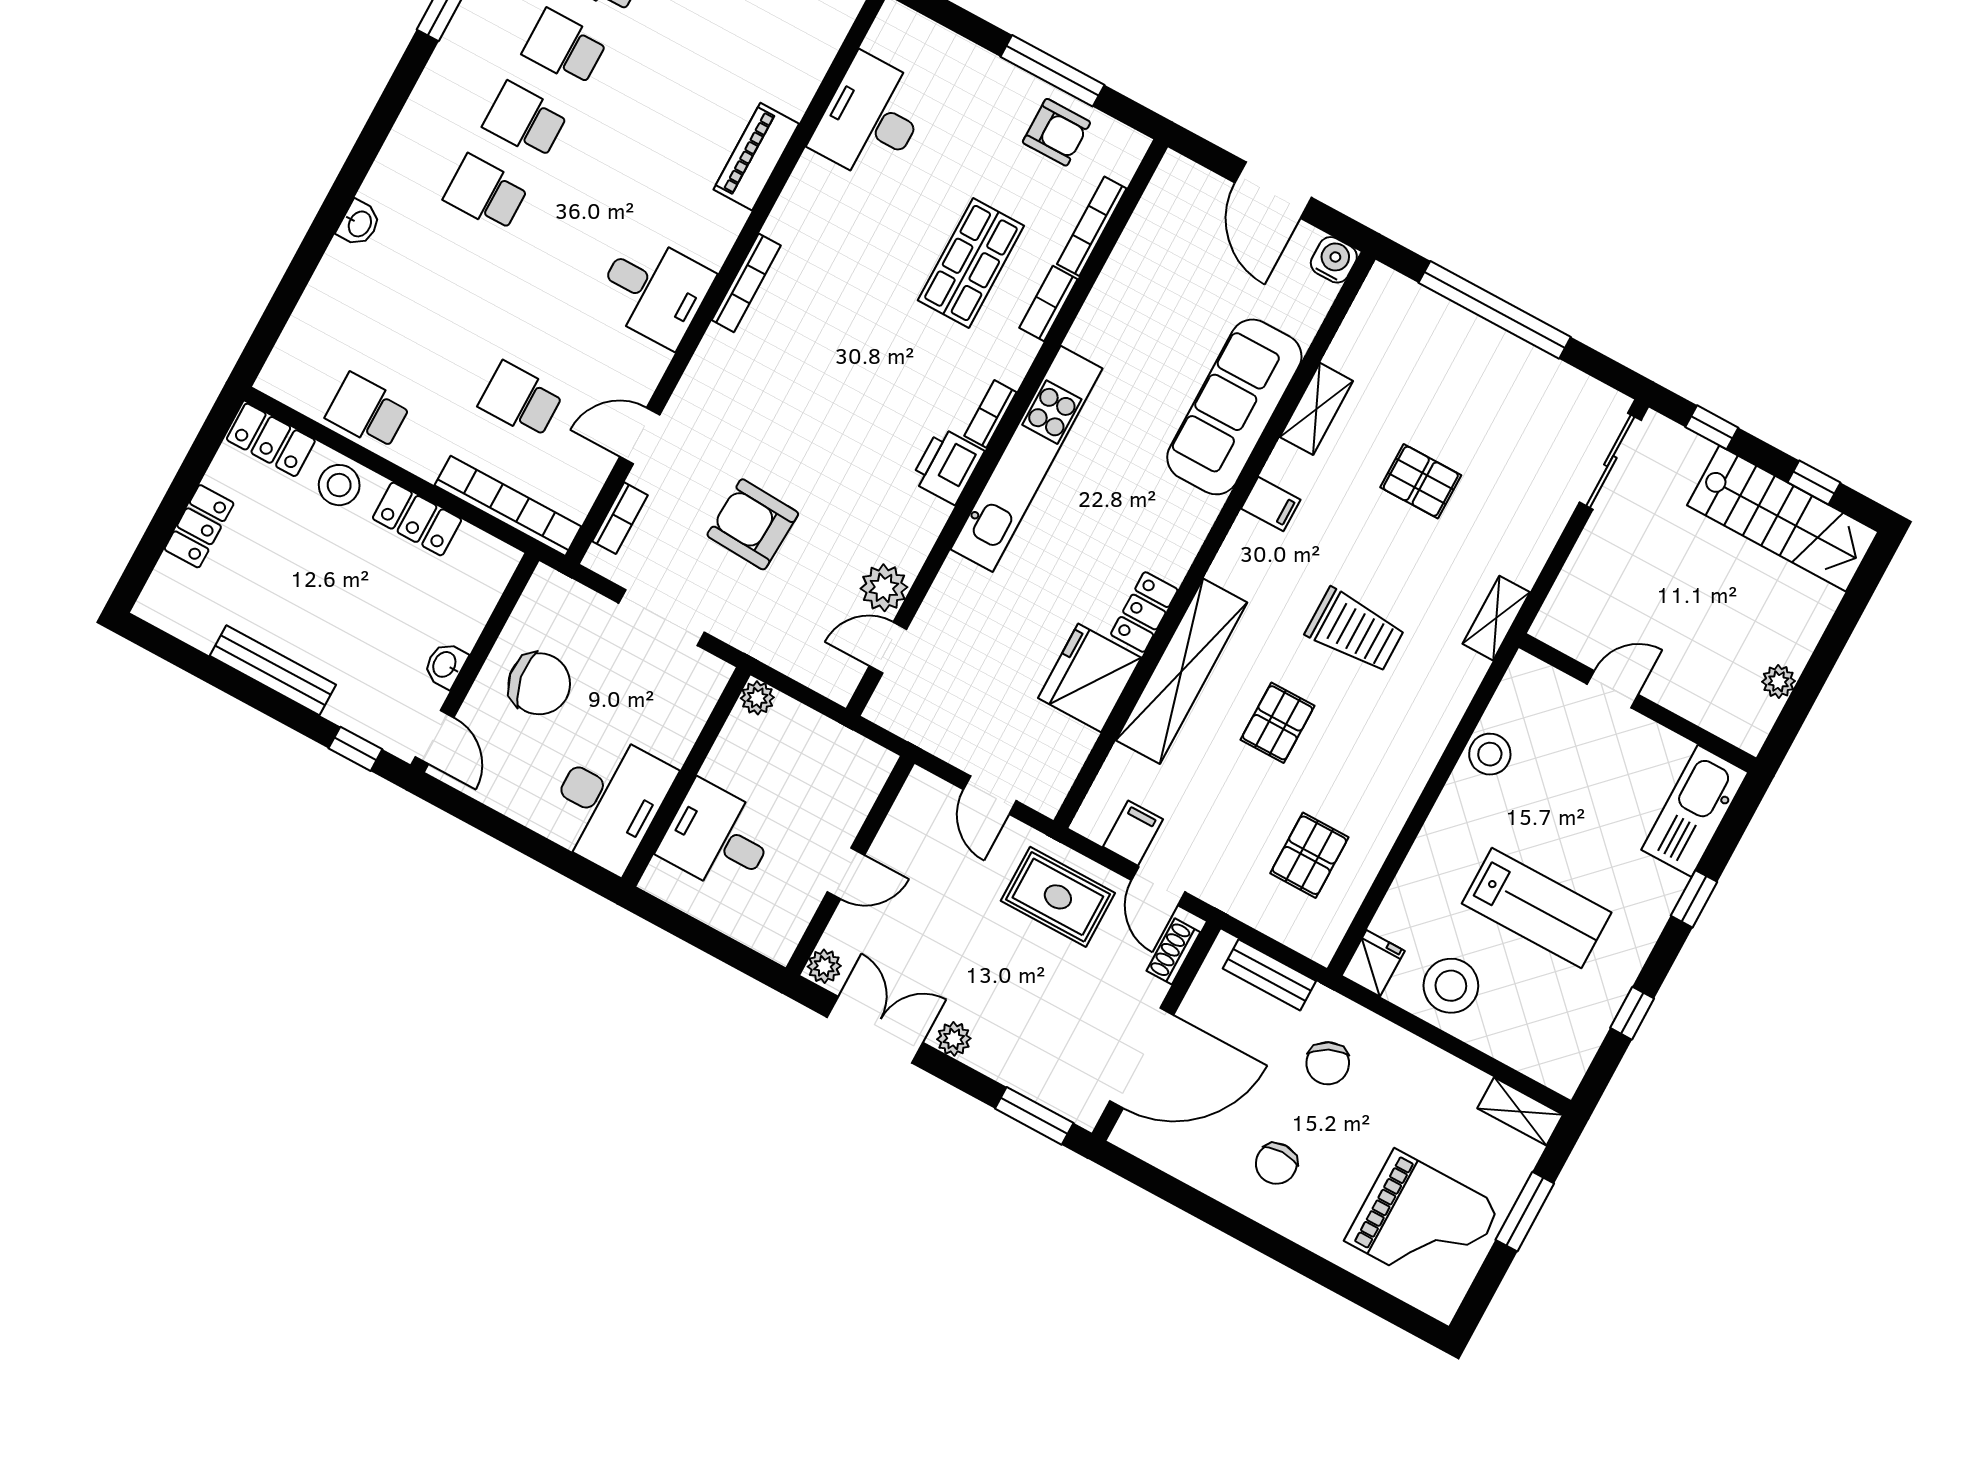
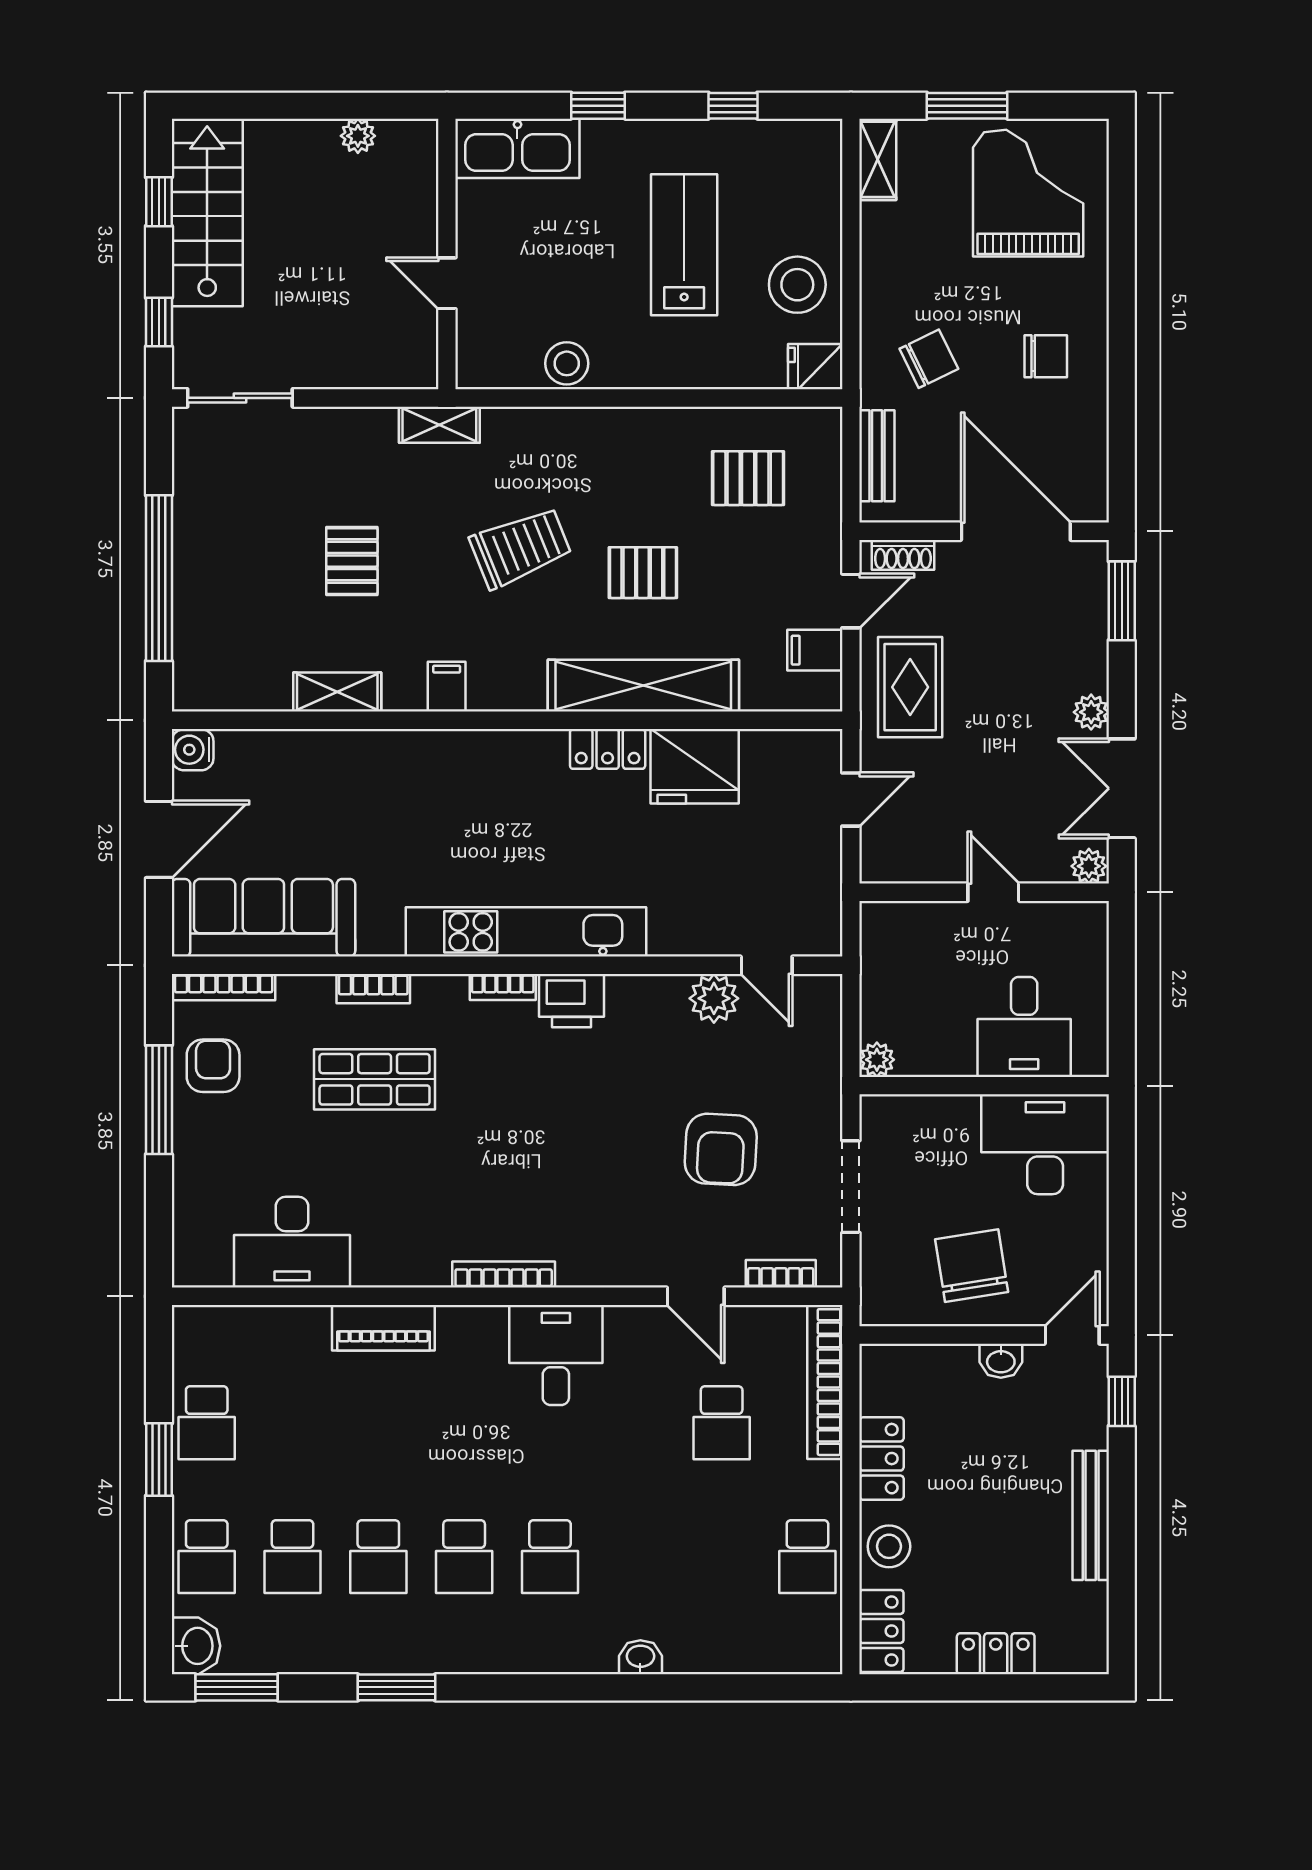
bookcase: (1092, 226) -> (224, 987), moved
sofa: (1234, 407) -> (263, 918), moved, turned 180
trolley: (1355, 631) -> (521, 547), turned 68

